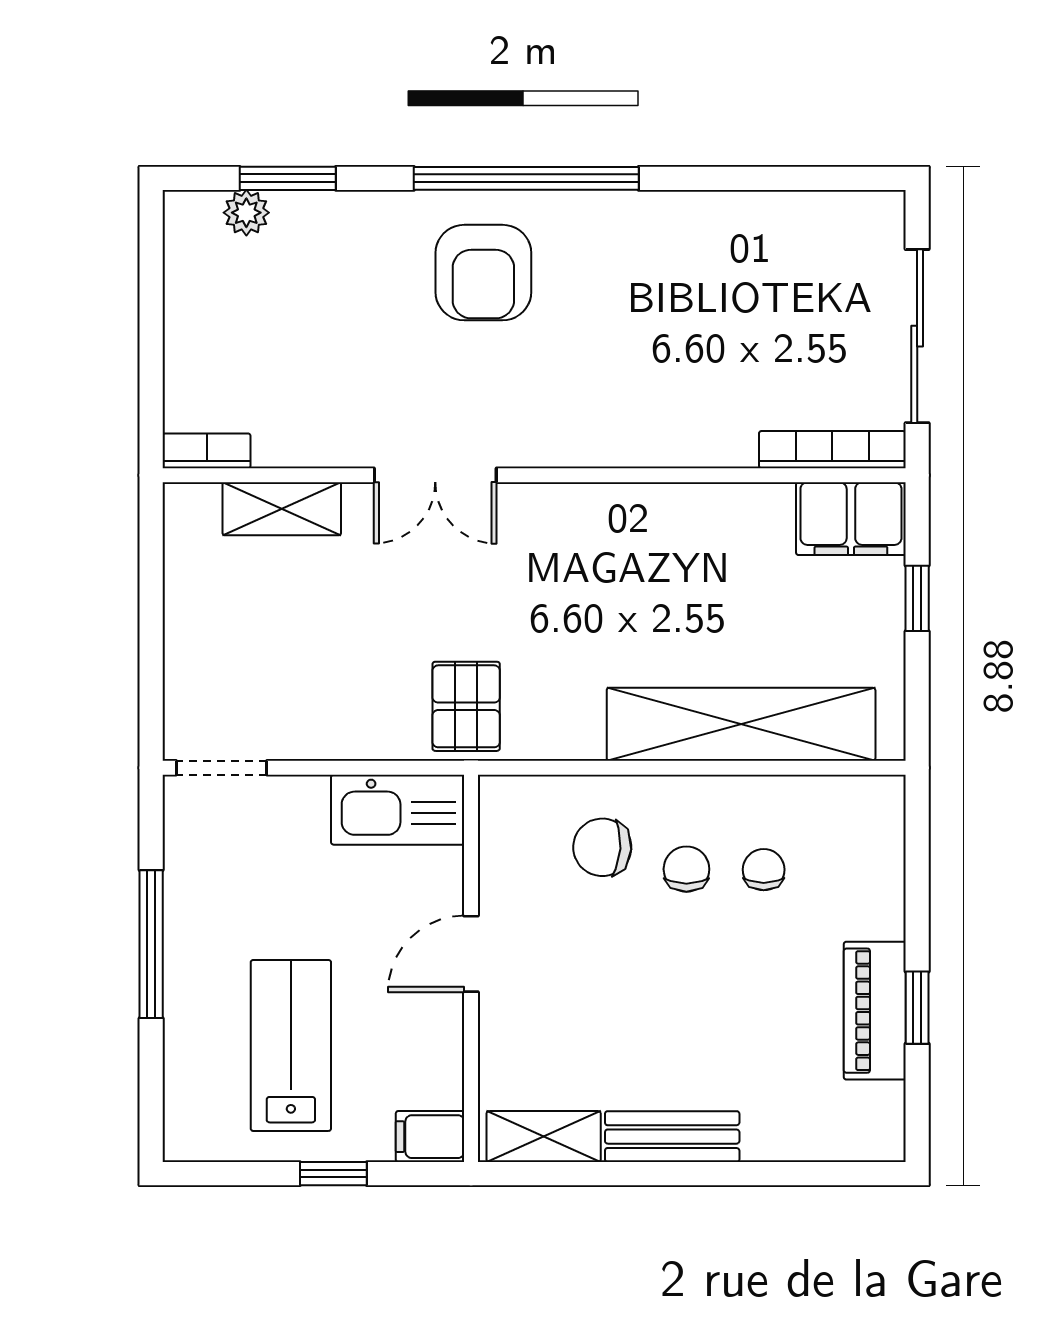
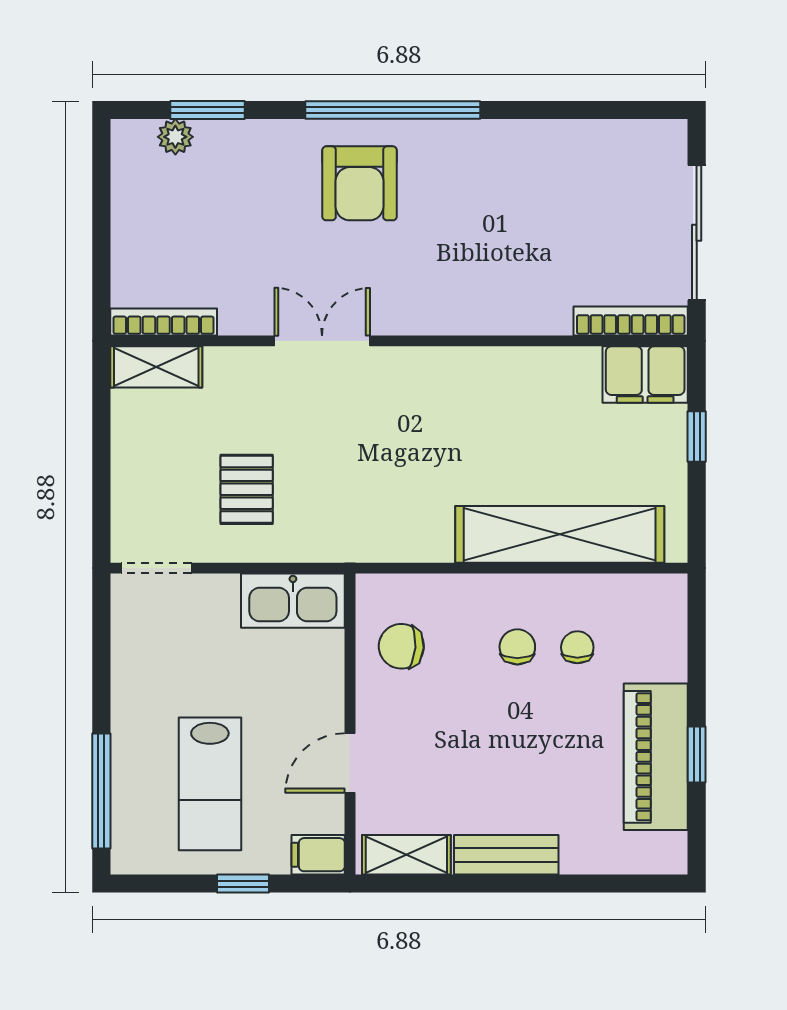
bookcase: (207, 451) -> (164, 322), width x1.56
double door: (435, 475) -> (322, 341), swing flipped
shelving: (282, 509) -> (156, 367), moved
pallet: (466, 706) -> (247, 489), moved
chair: (602, 847) -> (401, 646), moved
window: (151, 944) -> (101, 791), moved
door: (471, 954) -> (350, 763), moved
piano: (875, 1011) -> (656, 757), width x1.37, depth x1.33
lab bench: (291, 1045) -> (210, 784), turned 180

